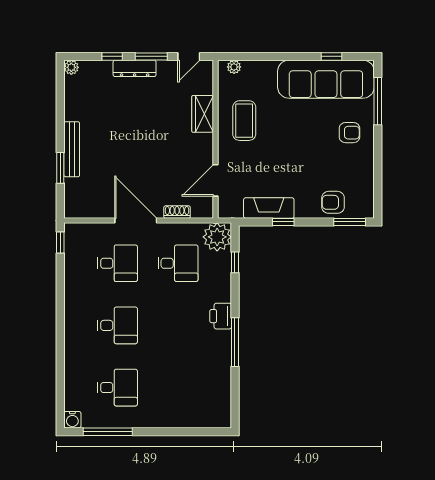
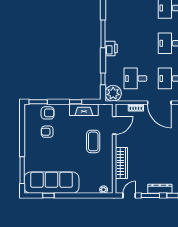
wardrobe: (203, 114) -> (121, 163), width x1.50
coffee table: (244, 121) -> (93, 141), moved
armchair: (349, 133) -> (47, 132), moved

